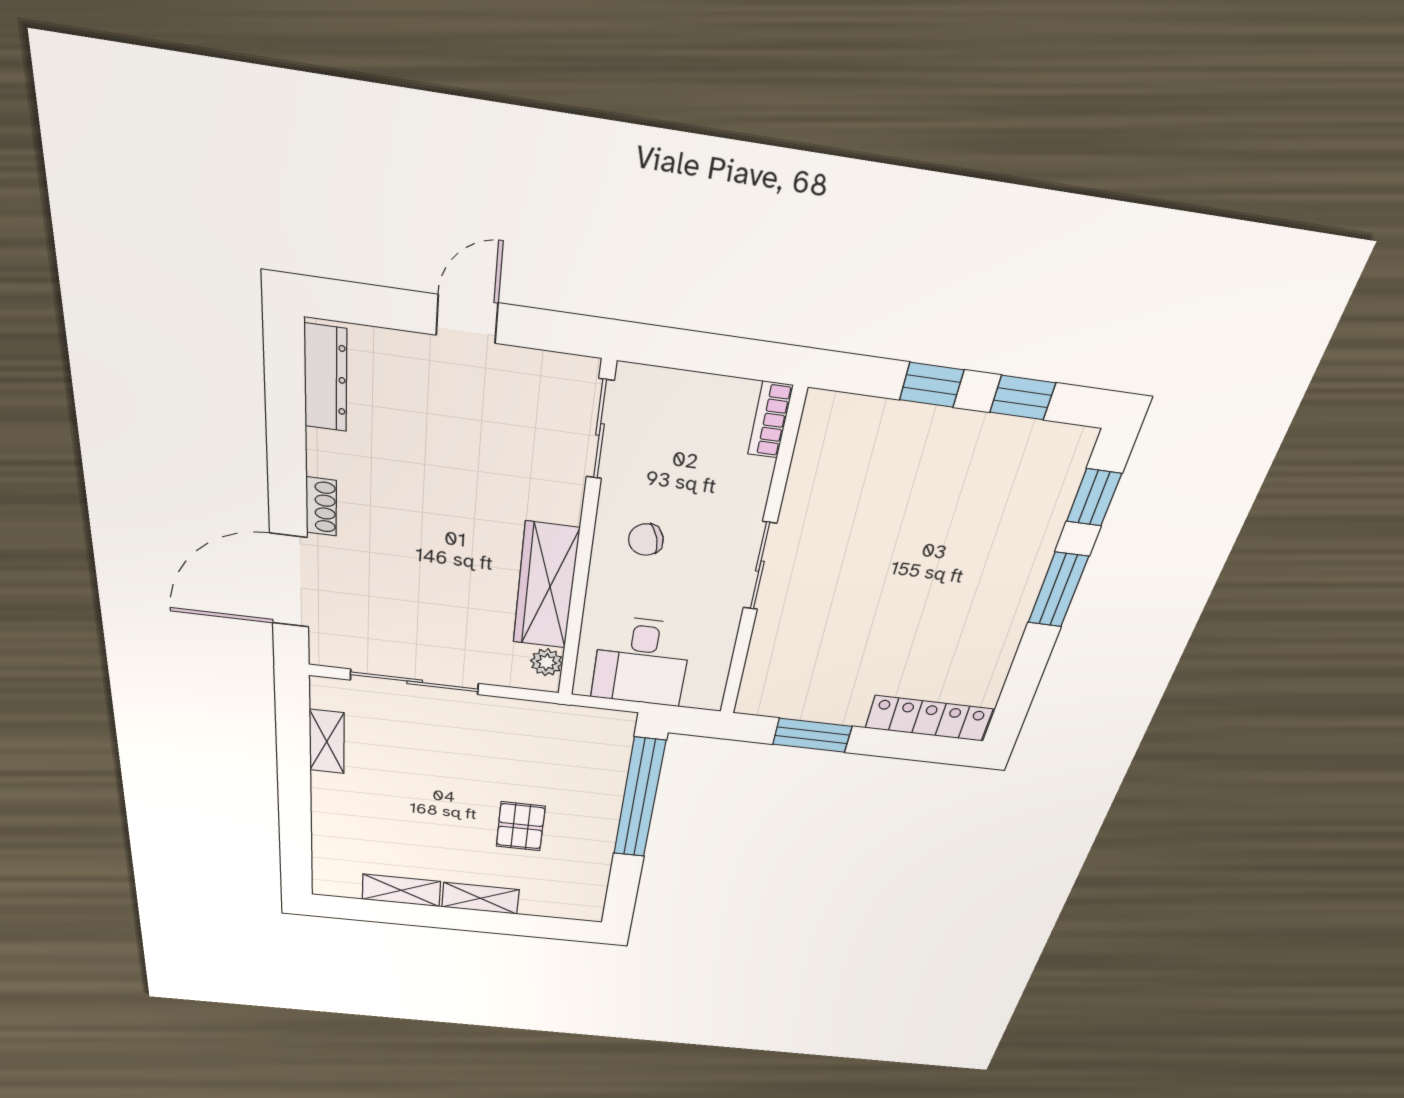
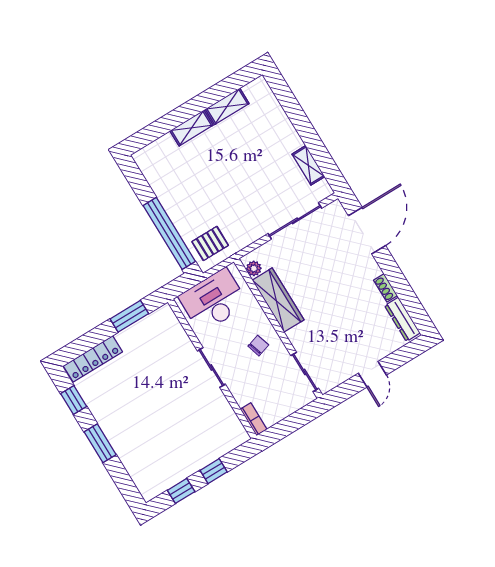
window: (1094, 497) -> (74, 400), moved
shoe rack: (321, 507) -> (386, 288), moved
desk: (642, 662) -> (213, 301), width x1.37
pallet: (521, 826) -> (210, 243), moved, turned 90

